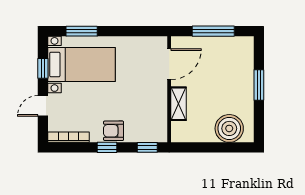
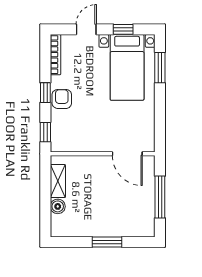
shelving: (178, 104) -> (58, 181), moved, turned 90
door: (43, 106) -> (86, 29), hinge flipped
boiler: (229, 128) -> (58, 206), width x0.54, depth x0.54

